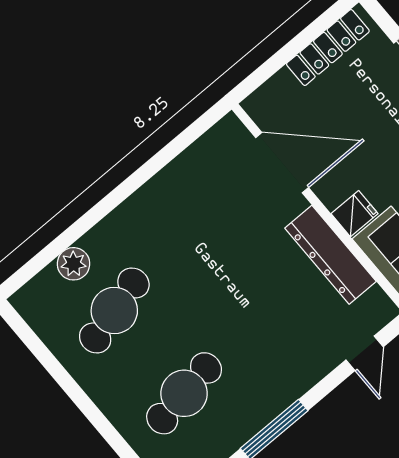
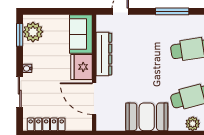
booth: (164, 208) -> (147, 117), added
fridge: (355, 214) -> (81, 67), width x1.88, depth x1.34

